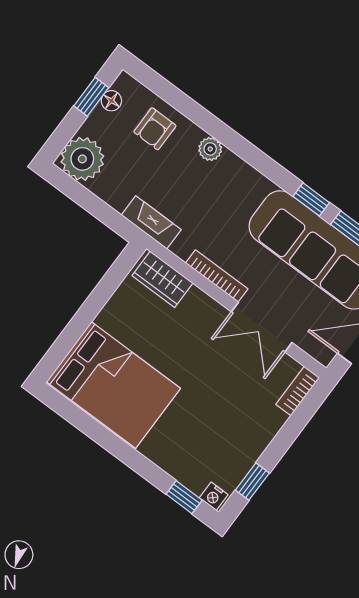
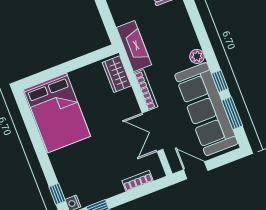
plant: (210, 149) -> (197, 56), moved
fireplace: (151, 222) -> (134, 46), width x1.37, depth x1.32
bookcase: (298, 391) -> (138, 181), moved

